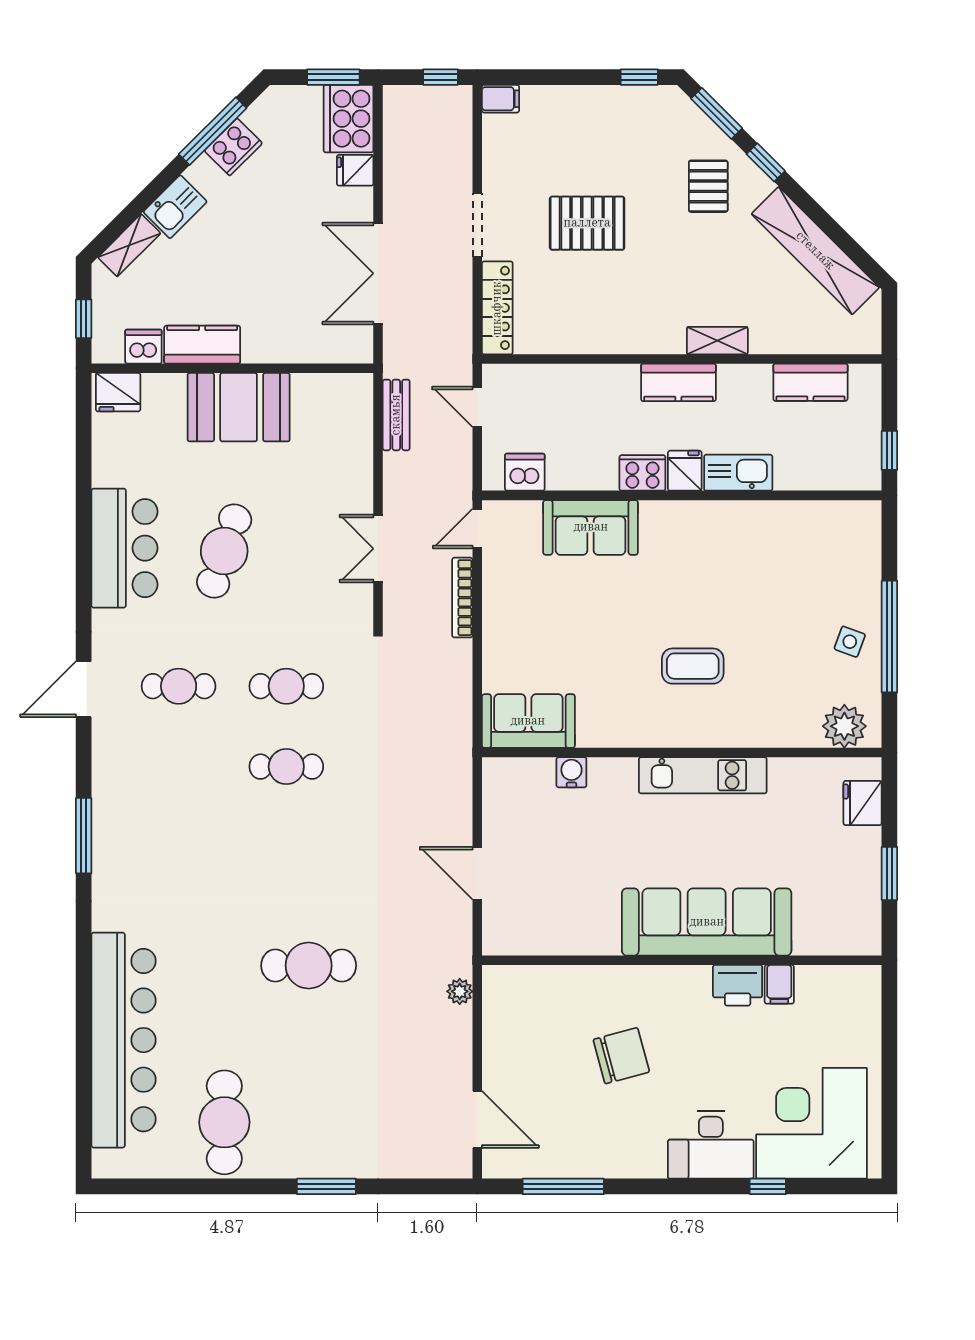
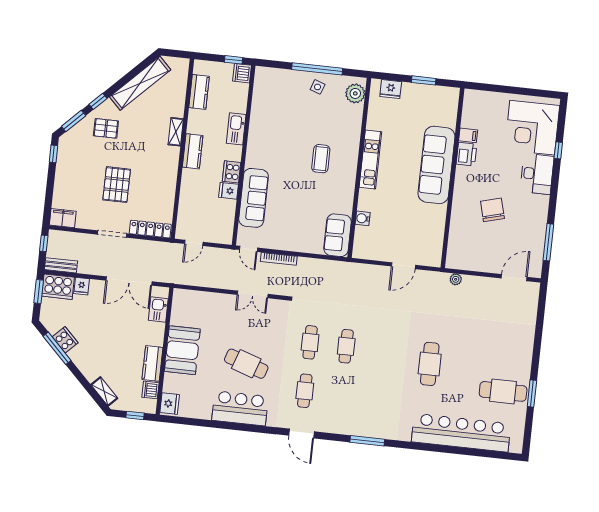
filing cabinet: (500, 99) -> (63, 218), width x2.00
kitchen sink: (175, 207) -> (158, 309), moved, turned -135
bench: (396, 415) -> (61, 265), moved
fridge: (685, 471) -> (229, 191), moved
dishwasher: (525, 472) -> (242, 73), moved
sofa: (591, 527) -> (254, 198), width x1.36
cafe table: (309, 965) -> (430, 364), moved
window: (326, 1186) -> (532, 393), moved

